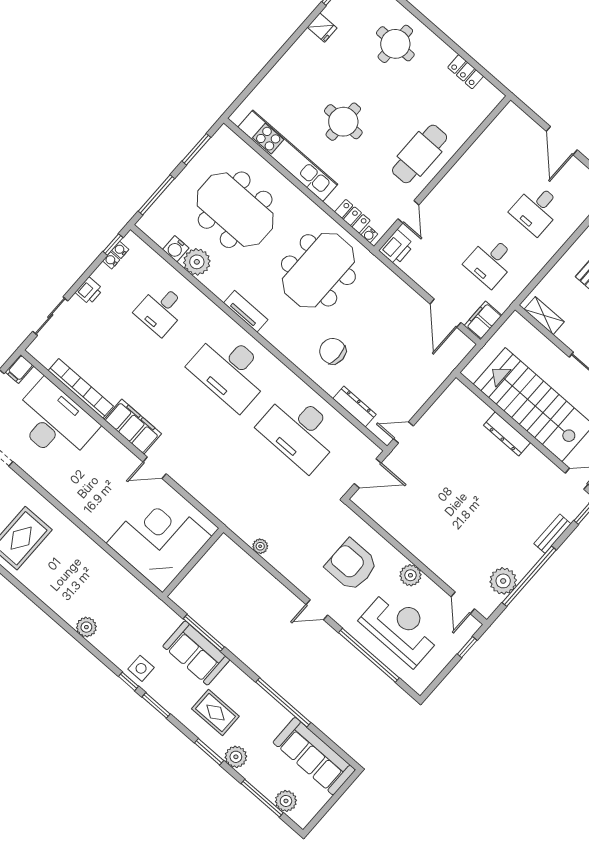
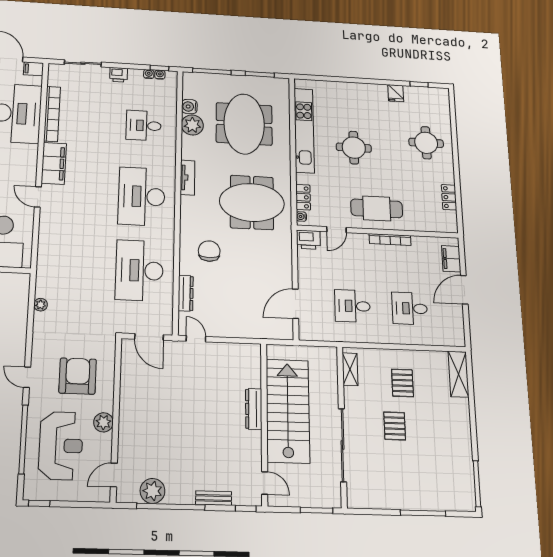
bookcase: (459, 168) -> (390, 240), added
filing cabinet: (483, 320) -> (451, 259), moved, turned -90
window: (467, 647) -> (39, 503), moved

